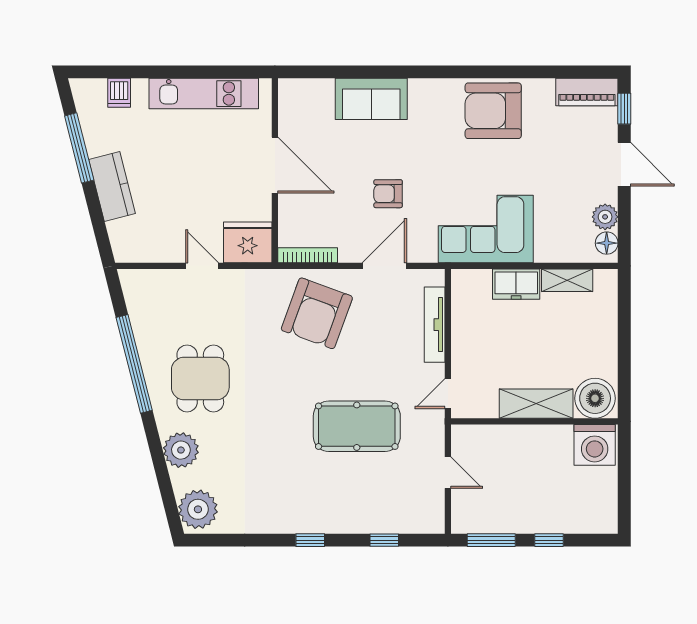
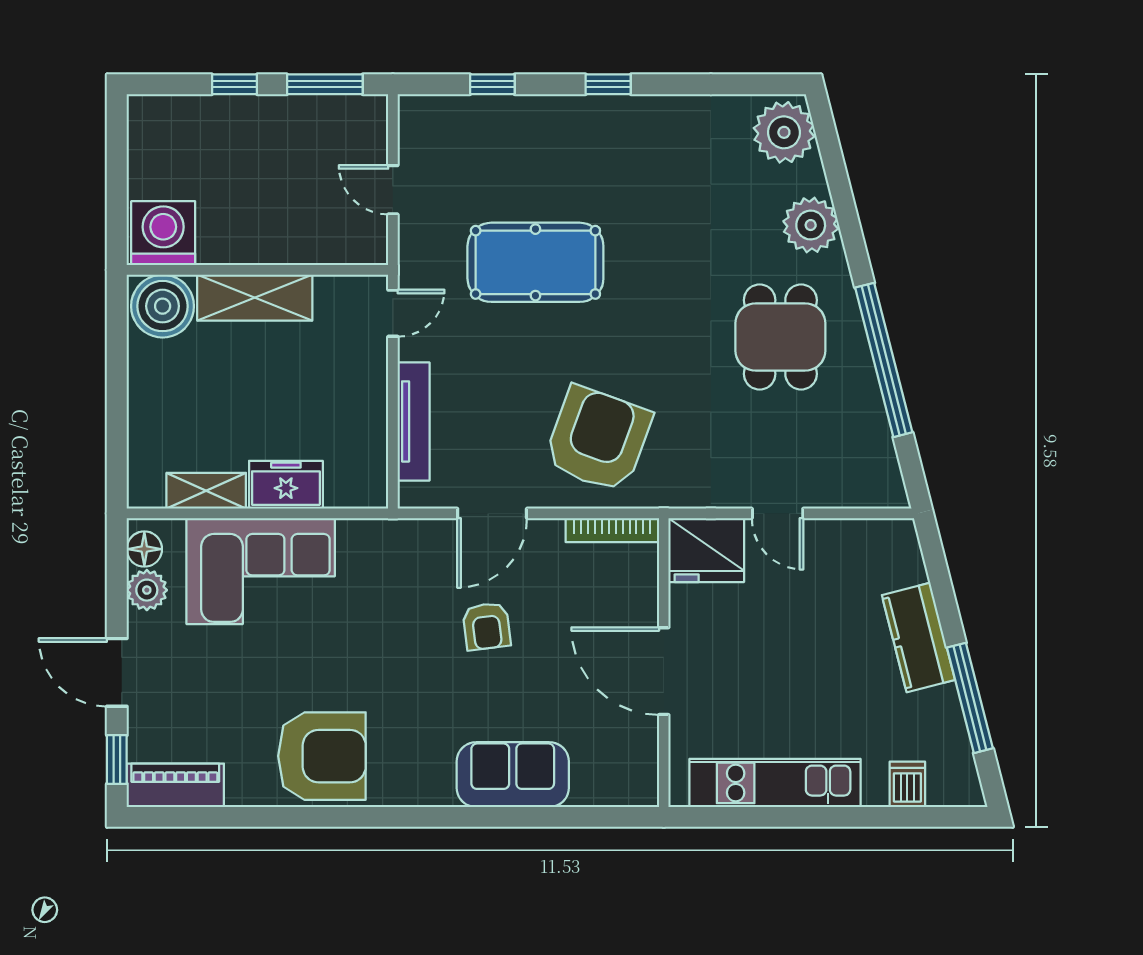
armchair: (388, 194) -> (487, 626), turned 83
corner sofa: (486, 229) -> (261, 571), moved

